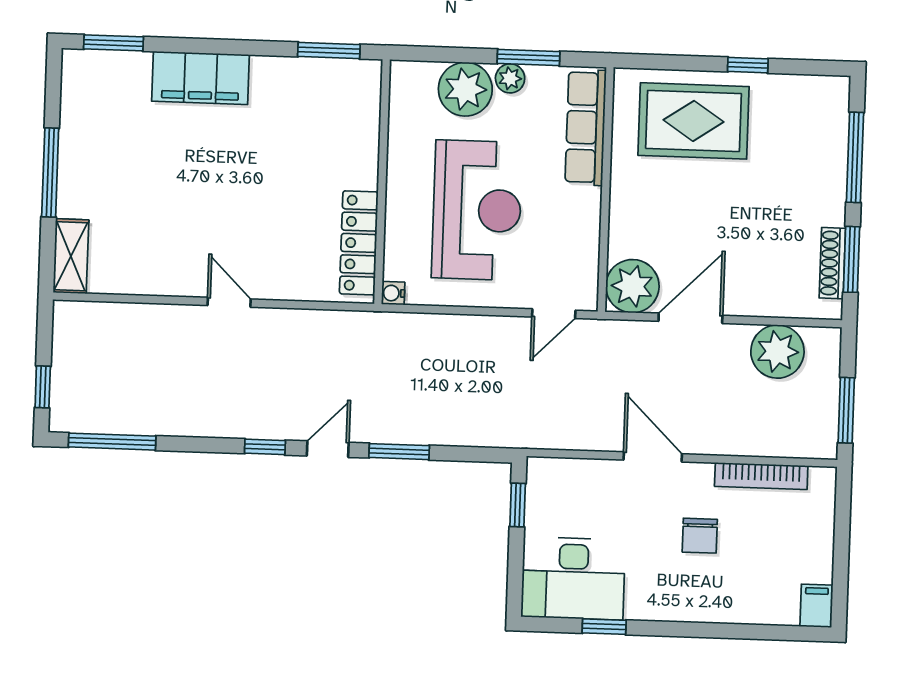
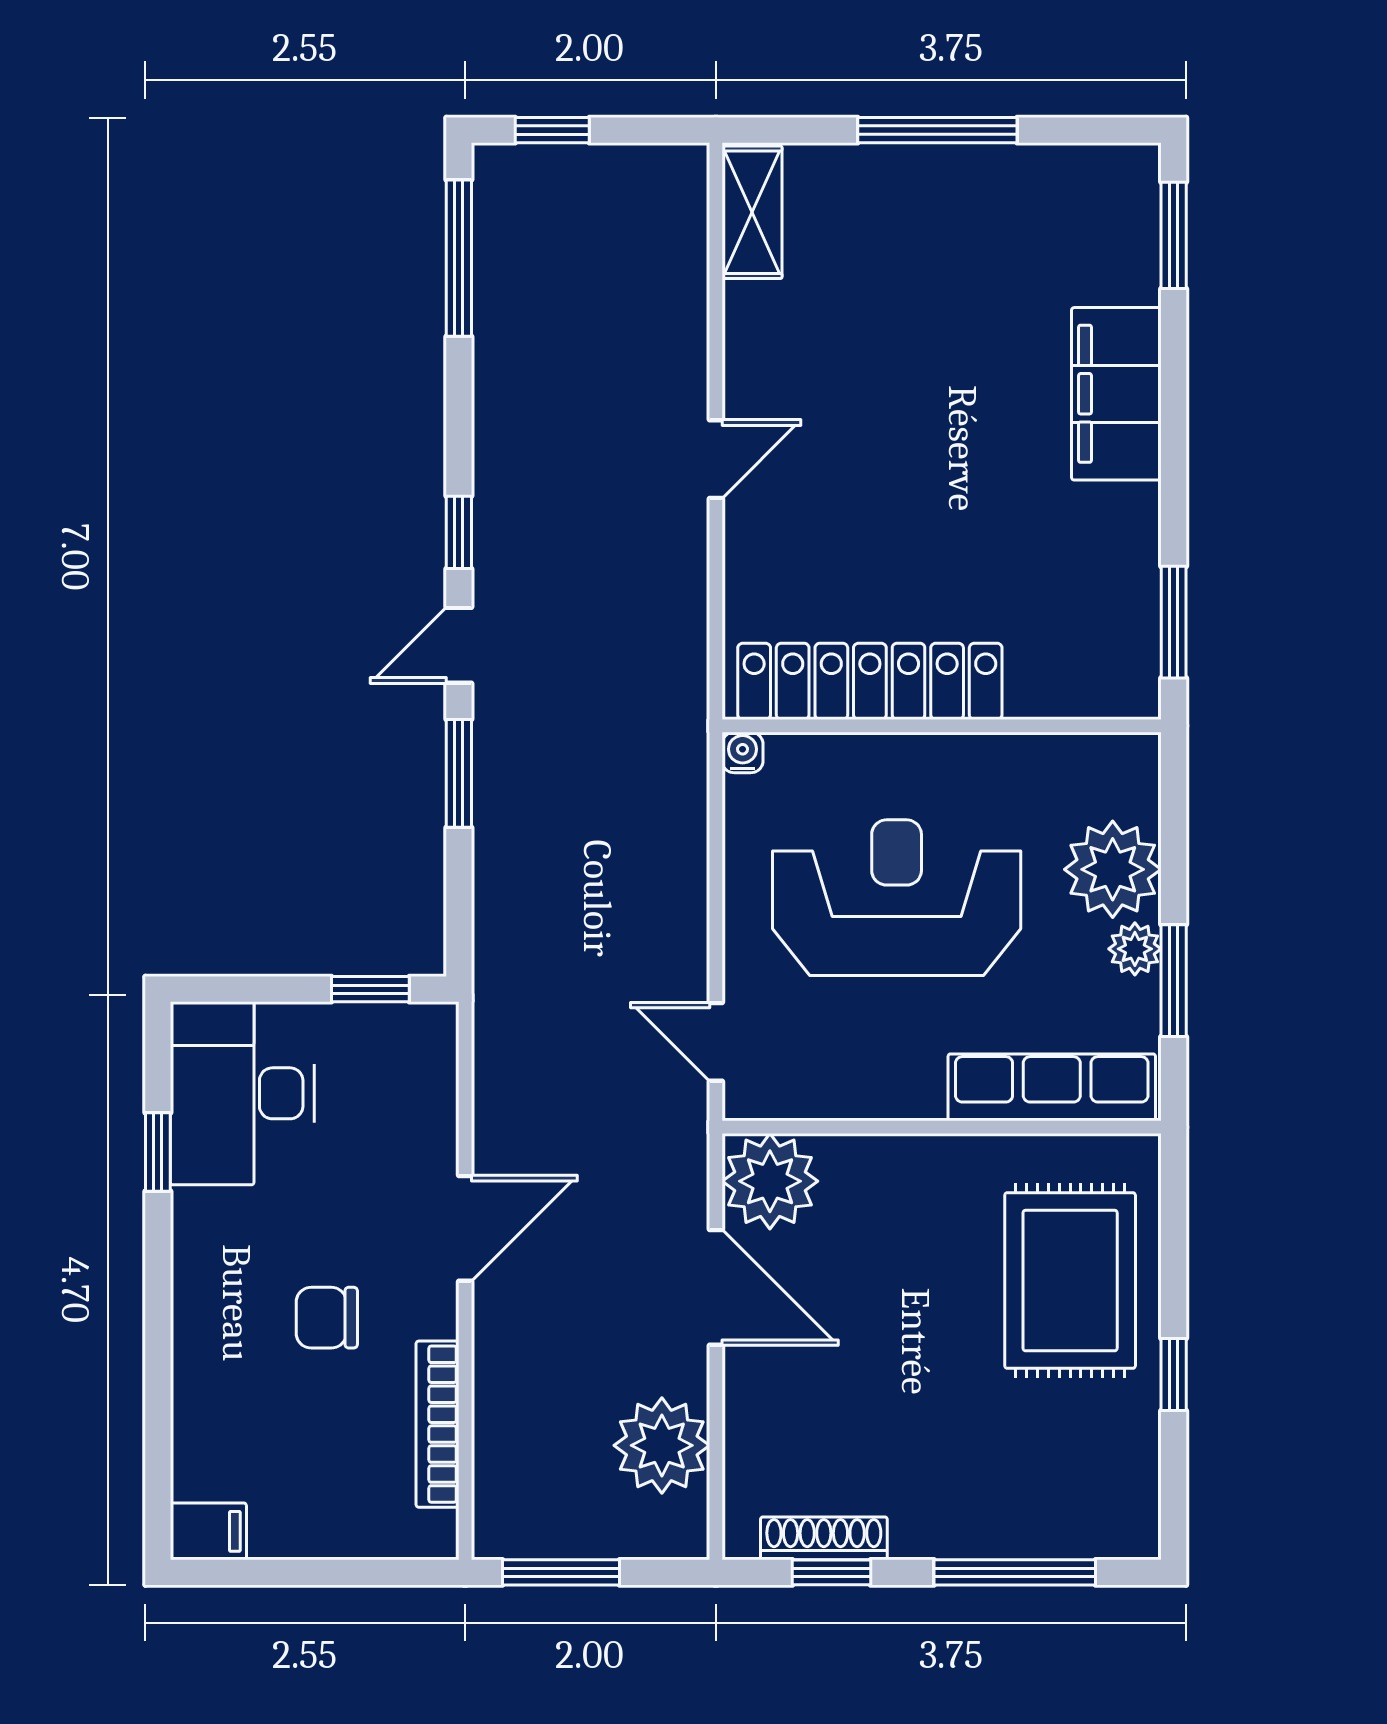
reception desk: (477, 210) -> (897, 898), turned 180
locker: (359, 243) -> (870, 681), width x1.41, depth x1.21
shelving: (71, 256) -> (752, 212), moved, turned 90
window: (851, 259) -> (832, 1572), width x0.67
door: (328, 449) -> (459, 645), swing flipped

